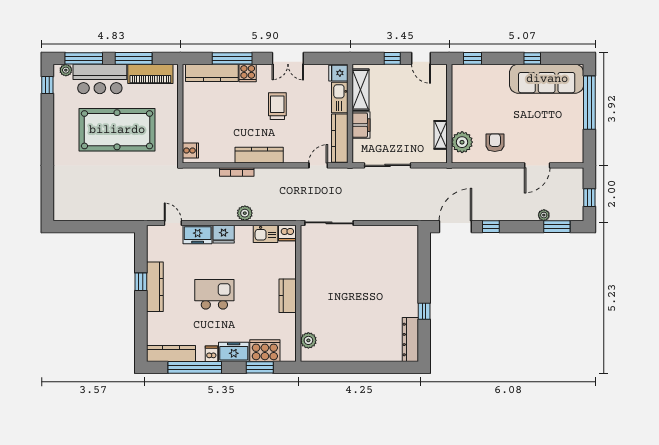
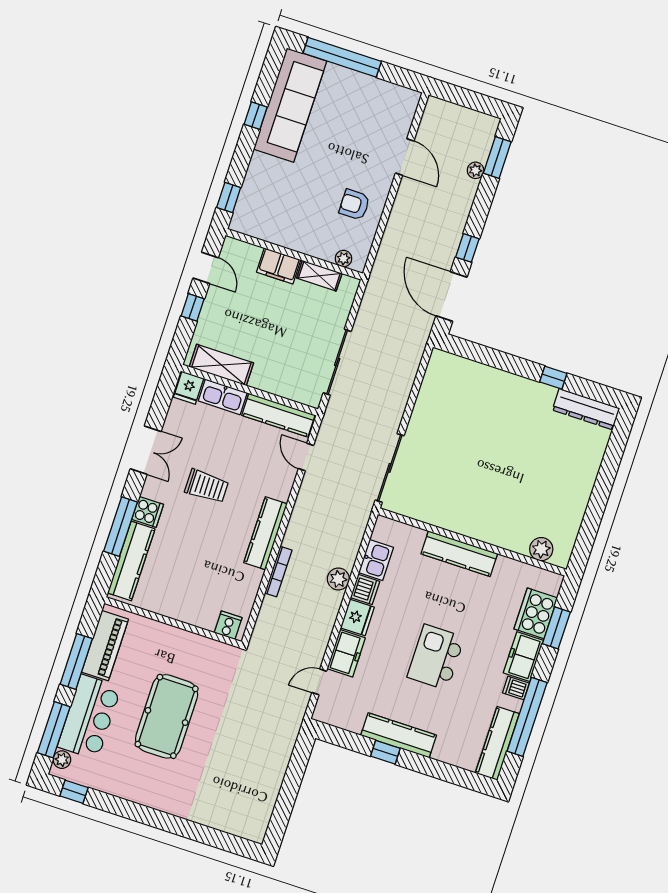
door: (421, 58) -> (206, 268), hinge flipped
trolley: (277, 106) -> (207, 486), turned 180
filing cabinet: (361, 125) -> (279, 266), moved, turned 180
pool table: (117, 130) -> (167, 716), width x0.73, depth x0.76
plant: (462, 142) -> (344, 259), width x0.53, depth x0.53
window: (589, 198) -> (472, 100), removed
dishwasher: (287, 233) -> (365, 589), moved
kitchen counter: (288, 296) -> (459, 554), width x1.50

